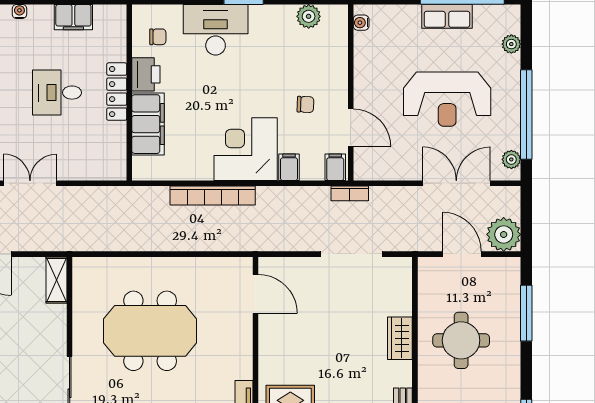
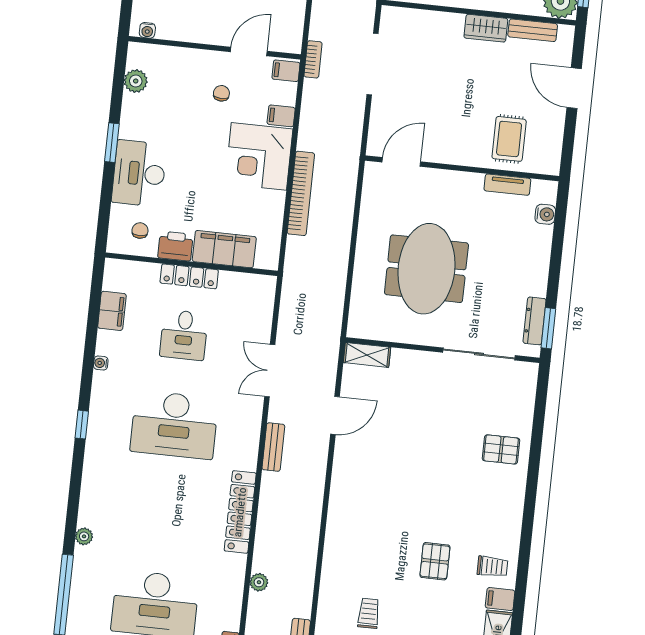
wardrobe: (400, 338) -> (486, 28), moved

